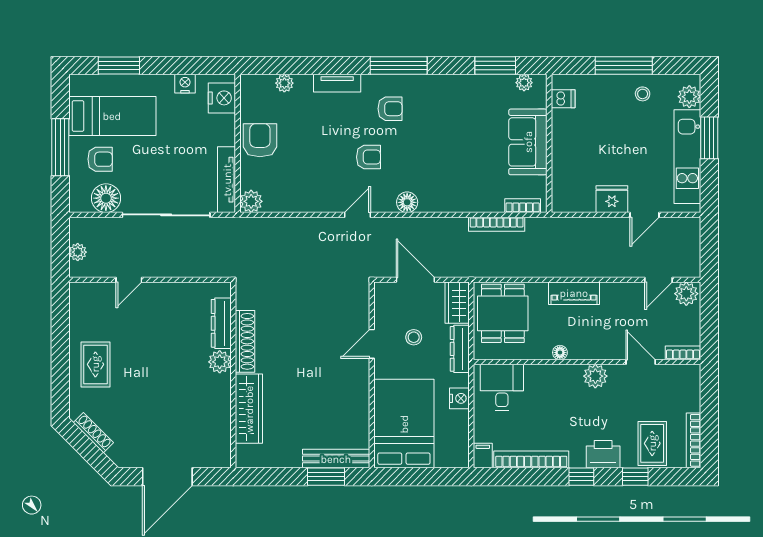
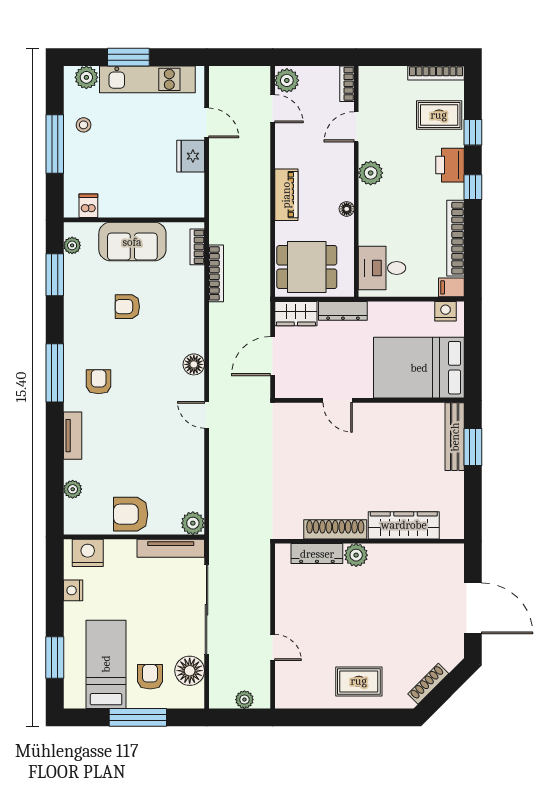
armchair: (368, 157) -> (127, 307), moved, turned -90
stool: (414, 337) -> (331, 358), removed
nightstand: (459, 398) -> (446, 311), moved

